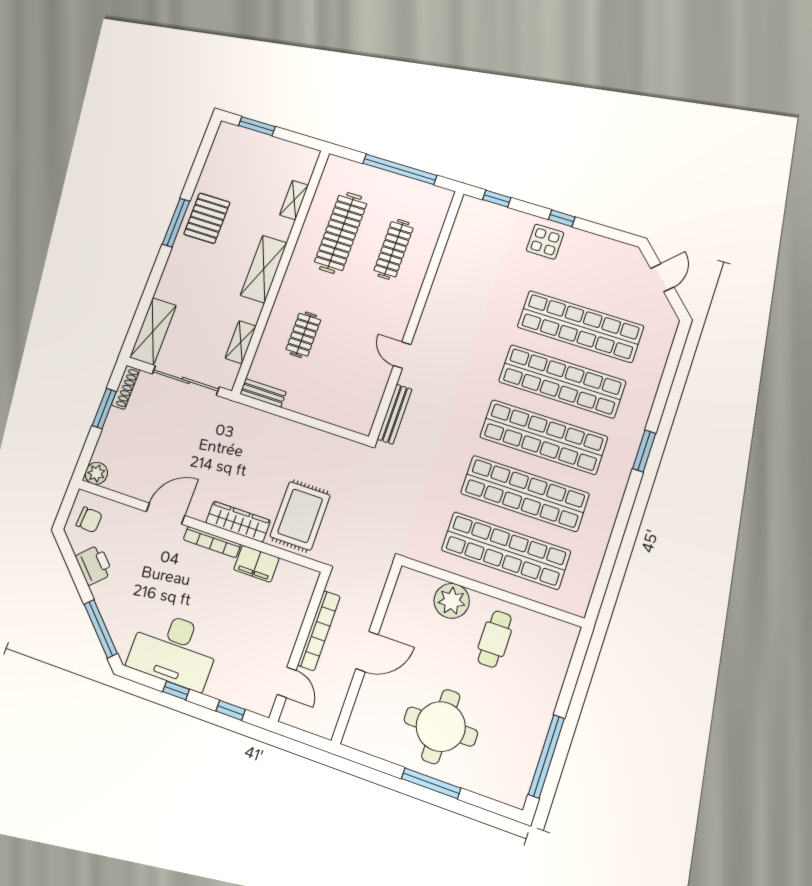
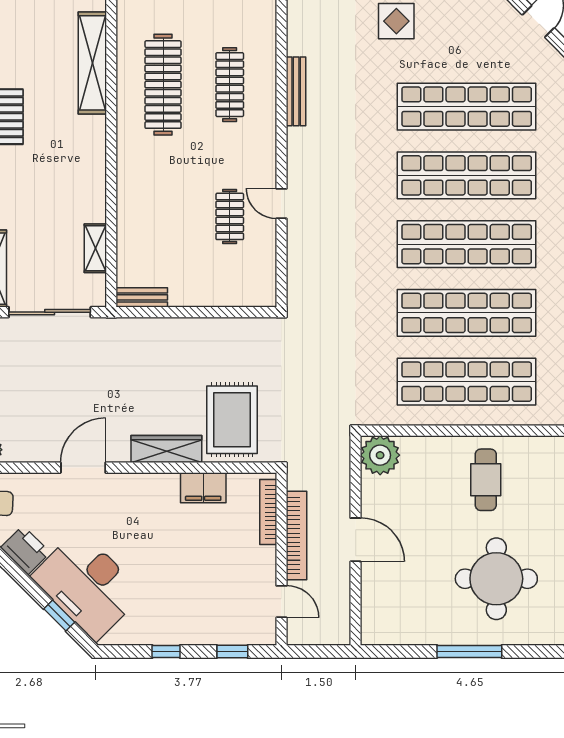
shelving: (294, 200) -> (92, 63), width x2.20, depth x1.33
shelving: (264, 269) -> (91, 155), removed
clothes rail: (303, 335) -> (230, 216), moved
bench: (395, 414) -> (296, 91), moved
bookcase: (212, 542) -> (268, 512), moved, turned 90
plant: (452, 601) -> (380, 455), moved
window: (101, 629) -> (59, 616), width x0.46
desk: (174, 650) -> (87, 585), moved, turned 45
door: (367, 652) -> (356, 540), hinge flipped
round table: (441, 727) -> (496, 579), moved

